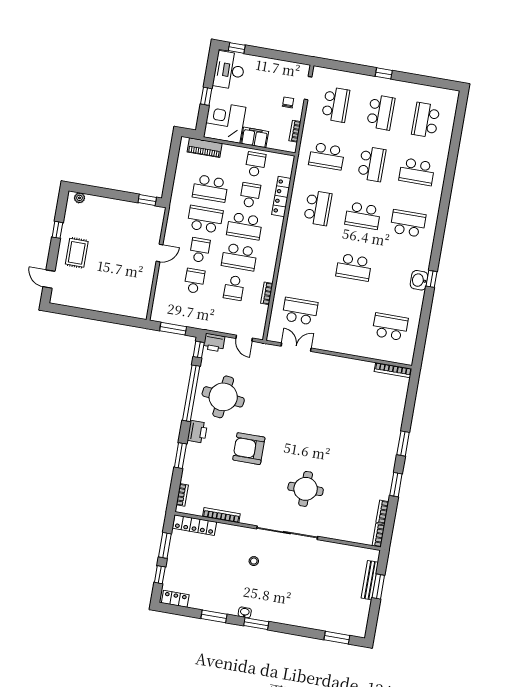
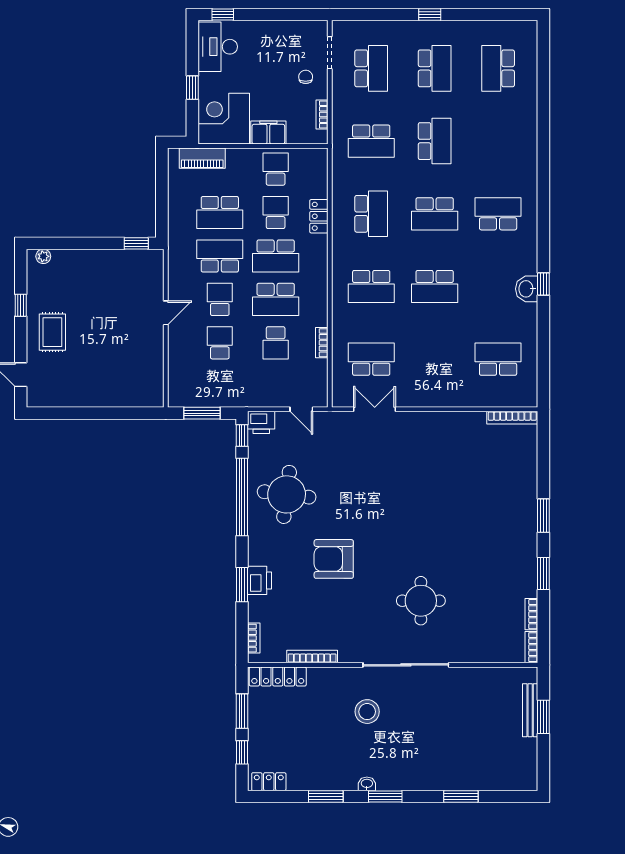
school desk: (417, 172) -> (371, 286), moved
locker: (281, 197) -> (319, 216), width x0.66
printer: (197, 432) -> (260, 580), moved
stool: (254, 561) -> (367, 712), width x1.89, depth x1.89
window: (337, 638) -> (461, 796), moved

